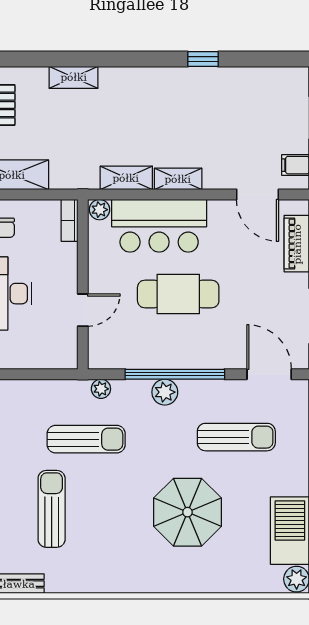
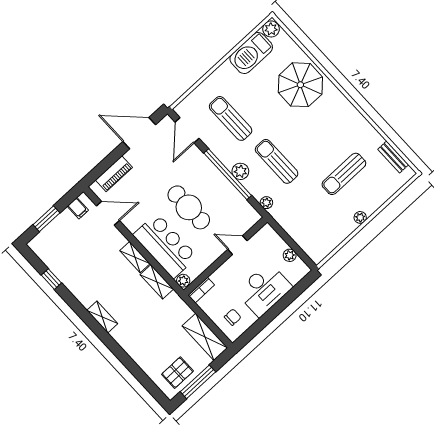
window: (203, 59) -> (51, 279), moved
shelving: (74, 77) -> (102, 317), moved
door: (257, 194) -> (108, 213), hinge flipped
plant: (15, 359) -> (290, 255), added
sun lounger: (86, 439) -> (277, 161), moved
parasol: (187, 512) -> (300, 85), moved

